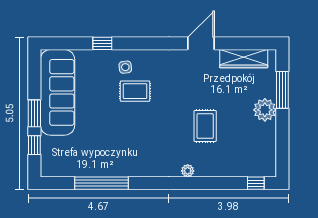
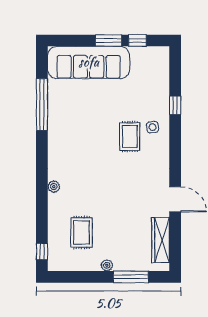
sofa: (57, 92) -> (89, 62), moved
plant: (265, 110) -> (107, 265), width x0.53, depth x0.53
rug: (205, 126) -> (82, 233), moved, turned 90
window: (34, 145) -> (137, 41), moved

